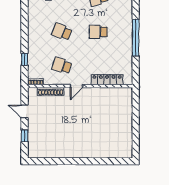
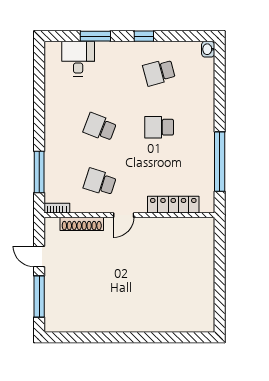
window: (136, 38) -> (220, 162), moved
window: (25, 59) -> (39, 172), width x2.17
window: (25, 136) -> (39, 296), width x2.17

